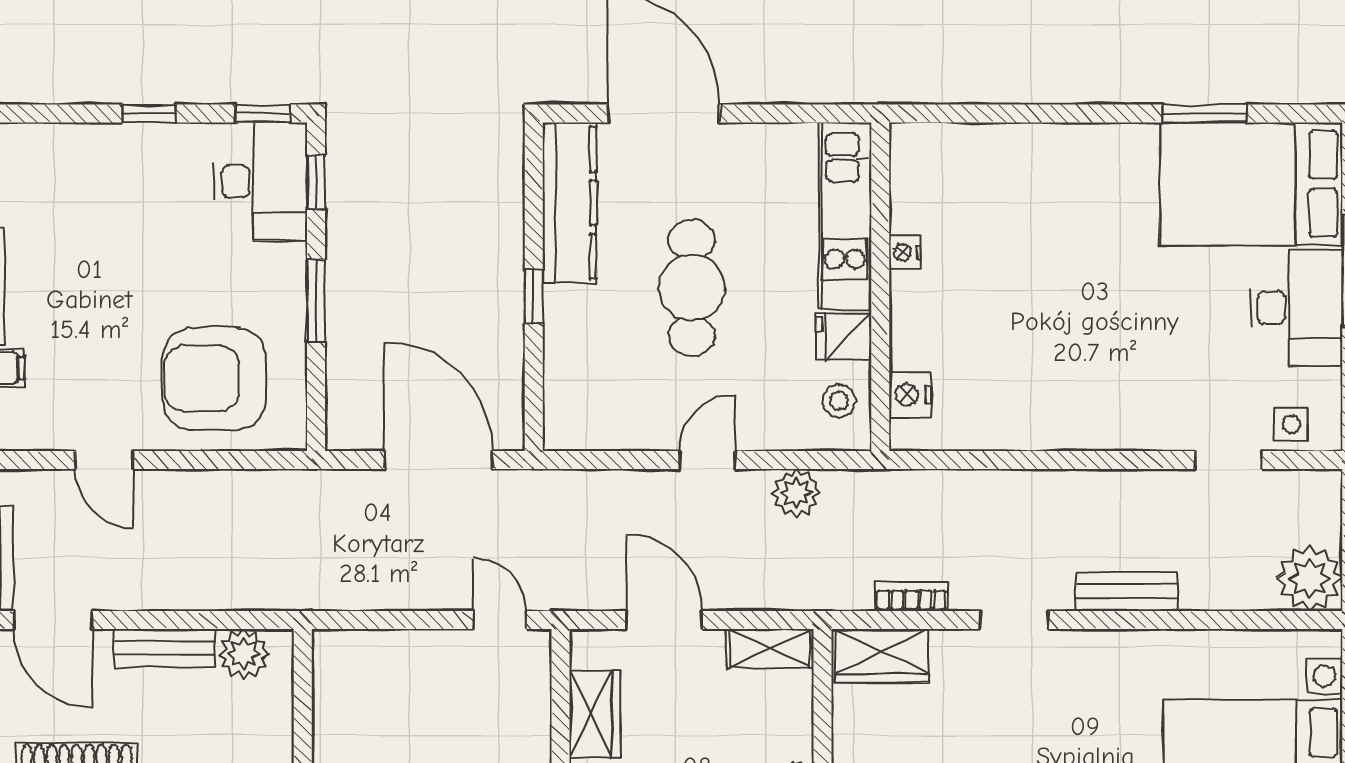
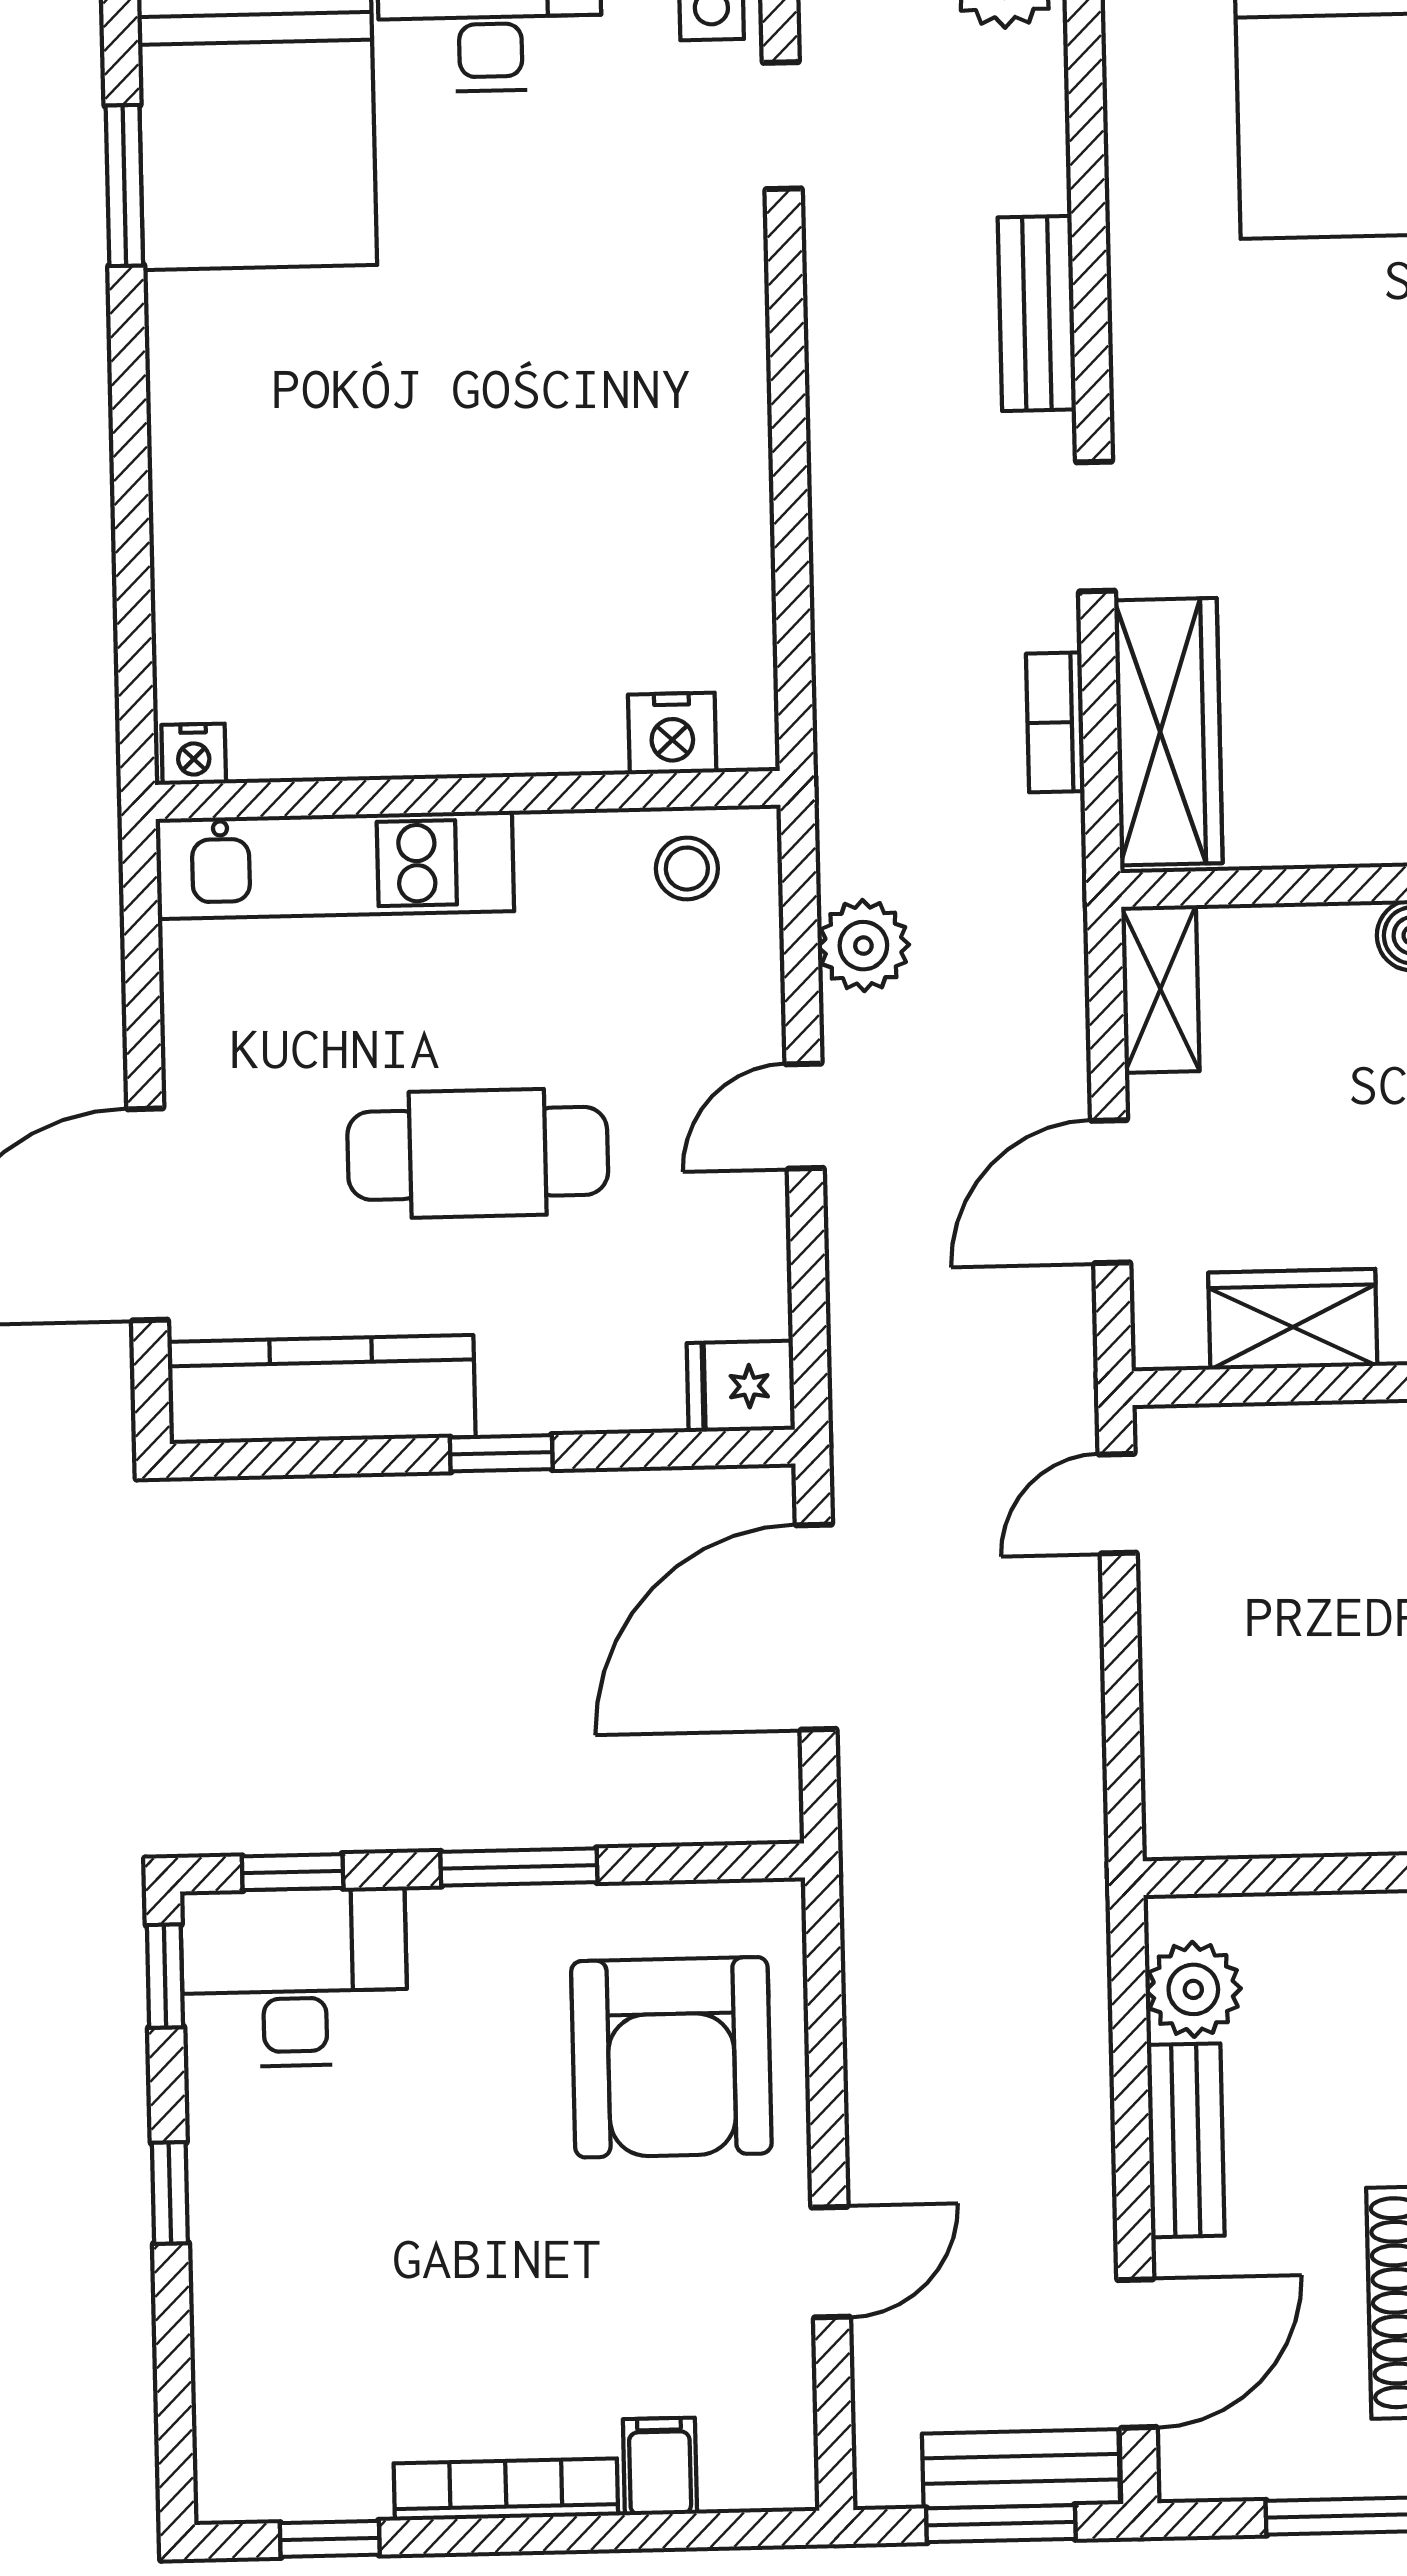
nightstand: (905, 252) -> (194, 754), moved
fridge: (843, 337) -> (741, 1386), moved, turned 90
door: (707, 460) -> (805, 1116), hinge flipped
wardrobe: (882, 656) -> (1168, 732), width x1.50

